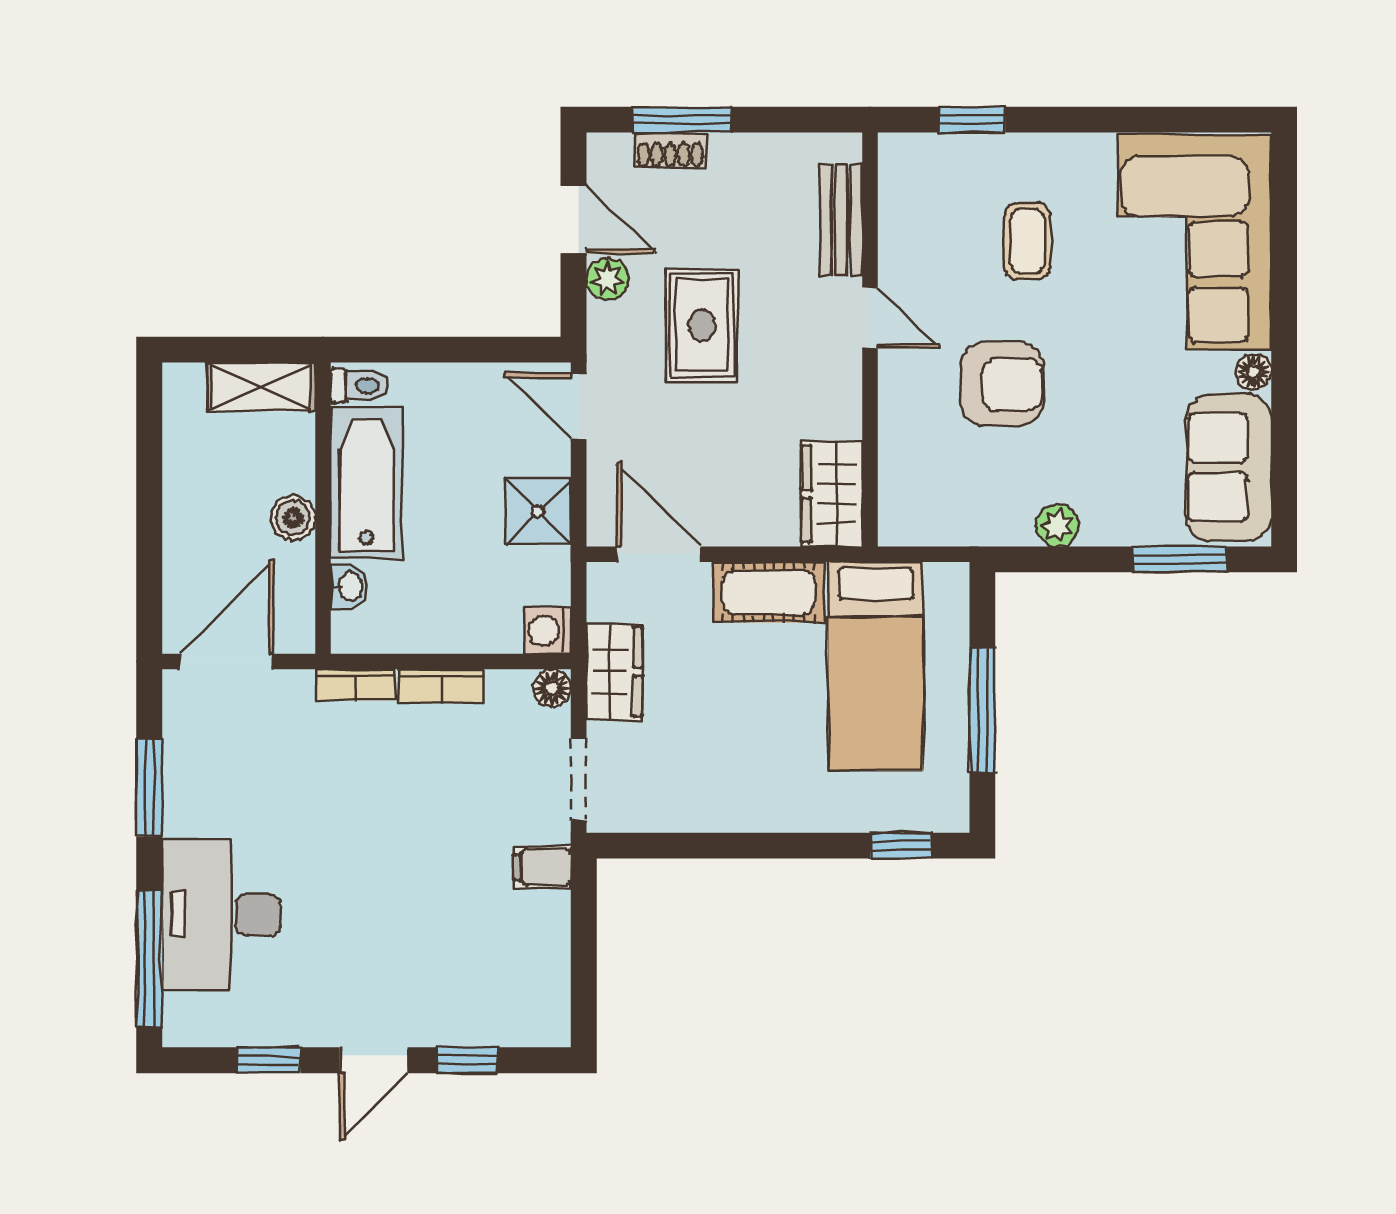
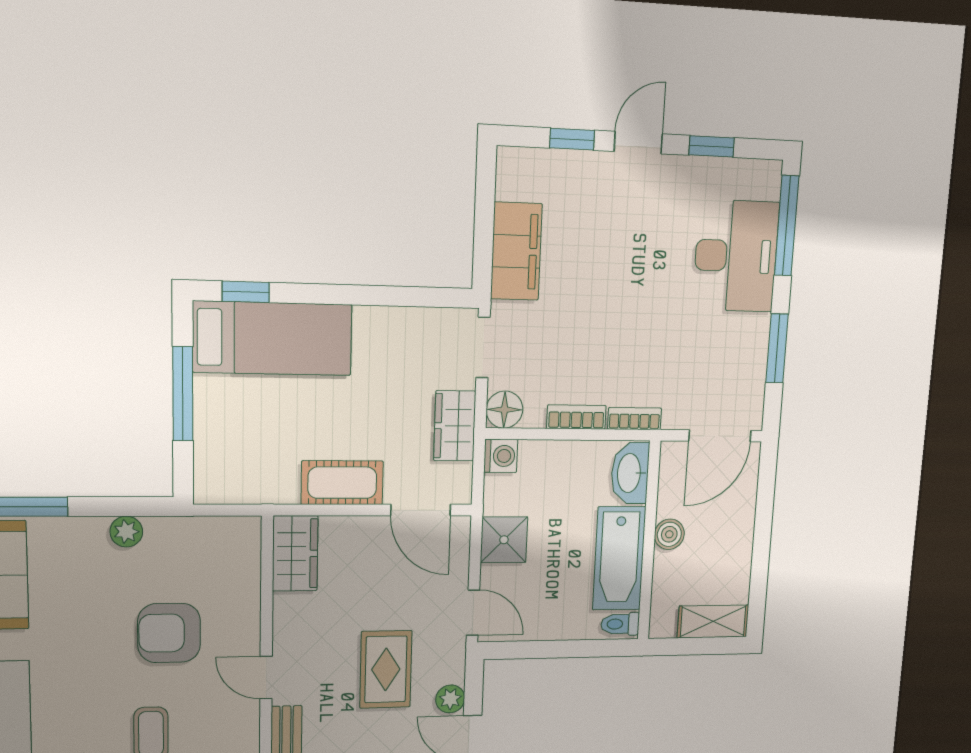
shelving: (261, 387) -> (713, 621), moved
washbasin: (349, 586) -> (630, 473), width x1.91, depth x1.45
bed: (876, 666) -> (273, 338), moved, turned 90
floor lamp: (552, 688) -> (504, 410), width x1.37, depth x1.37
filing cabinet: (542, 867) -> (516, 251), width x3.00, depth x1.17

